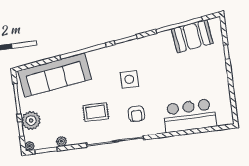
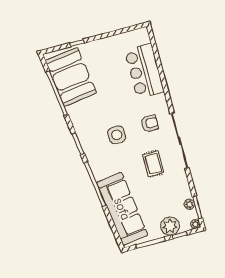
booth: (192, 36) -> (71, 77), width x1.36, depth x1.42
plant: (61, 141) -> (189, 204), moved

